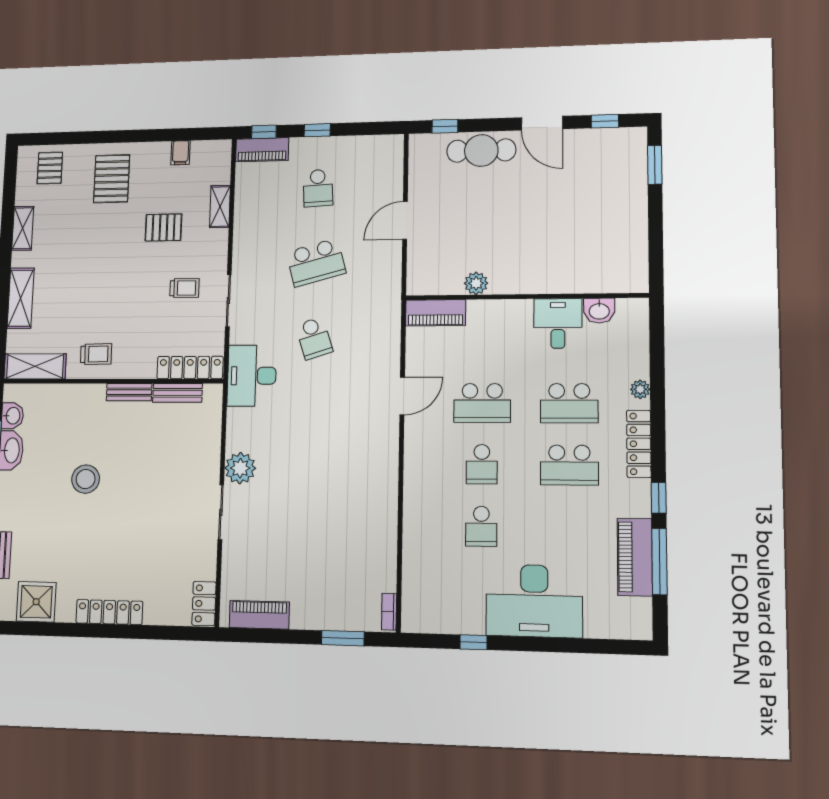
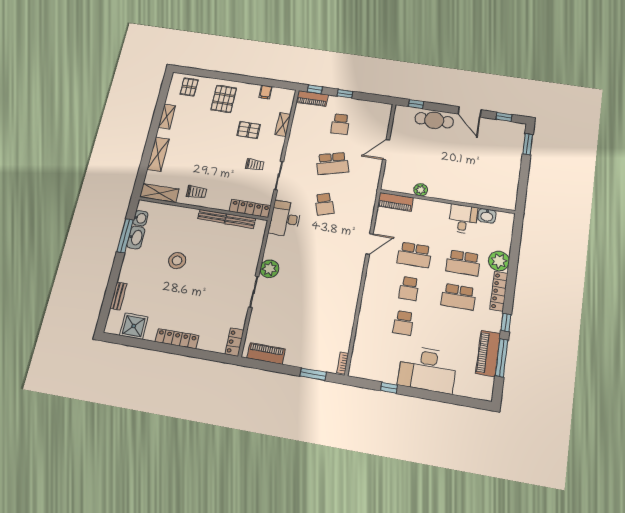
plant: (640, 389) -> (499, 261), width x1.87, depth x1.87

